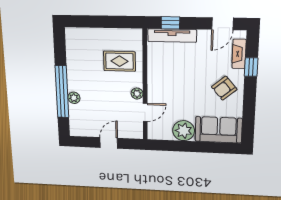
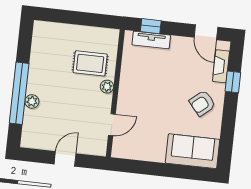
door: (222, 24) -> (206, 32), hinge flipped
tv unit: (172, 36) -> (151, 40), width x0.71
plant: (137, 94) -> (107, 87), moved
plant: (184, 131) -> (153, 150), removed

